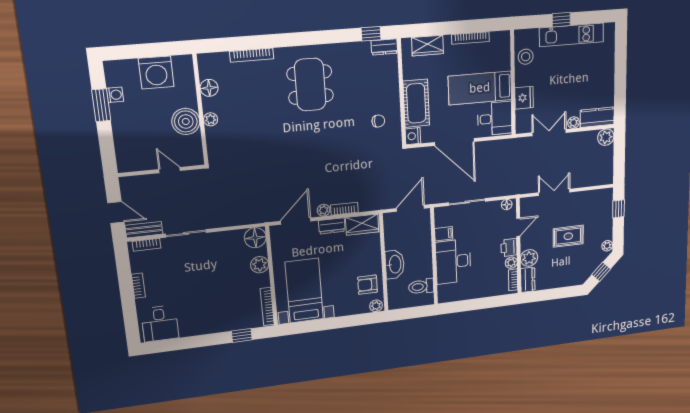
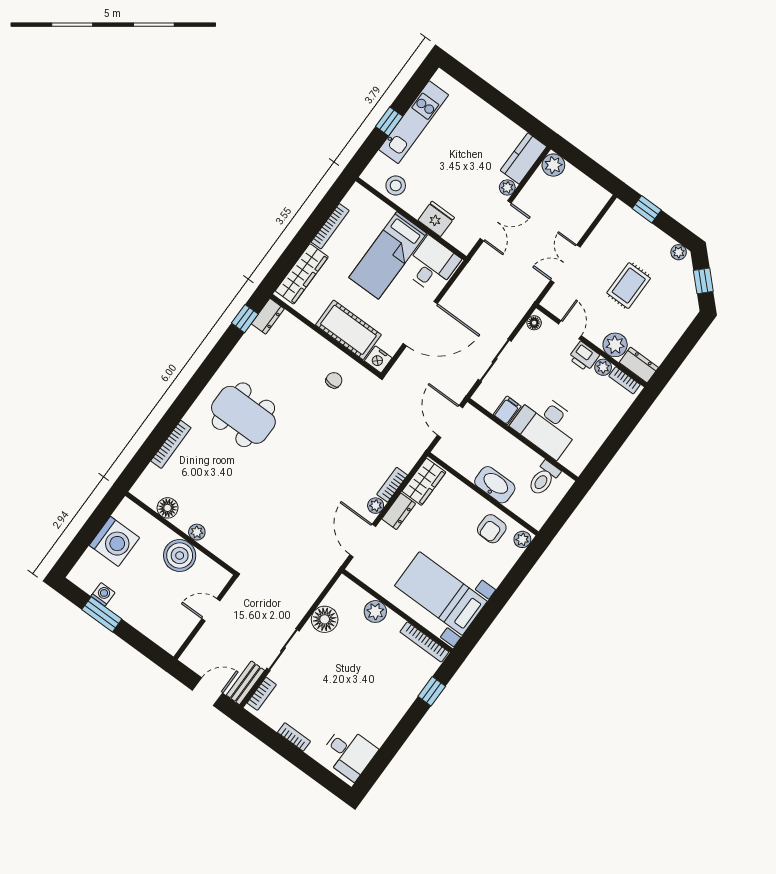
wardrobe: (428, 46) -> (302, 274), width x1.50
double door: (549, 133) -> (496, 221), swing flipped
floor lamp: (255, 238) -> (325, 619), moved

